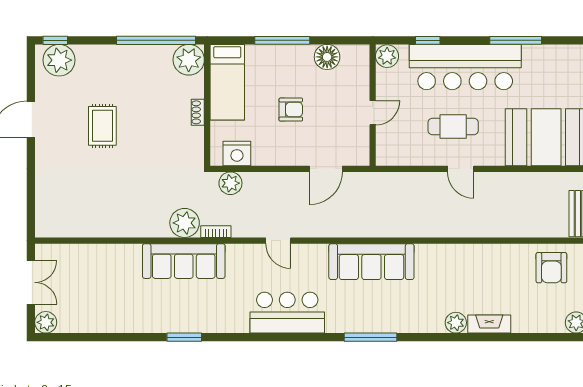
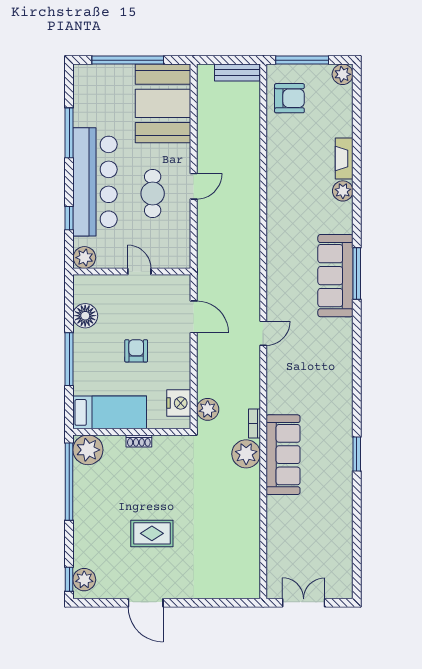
plant: (59, 60) -> (84, 580), width x0.73, depth x0.73
door: (278, 241) -> (263, 333), moved
sofa: (371, 262) -> (335, 276), moved, turned 180
bar counter: (287, 313) -> (333, 354), removed
plant: (46, 322) -> (342, 588), removed

